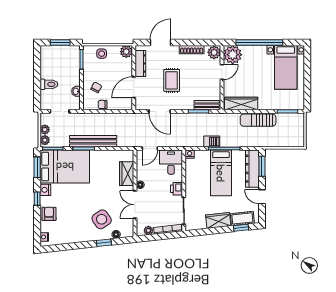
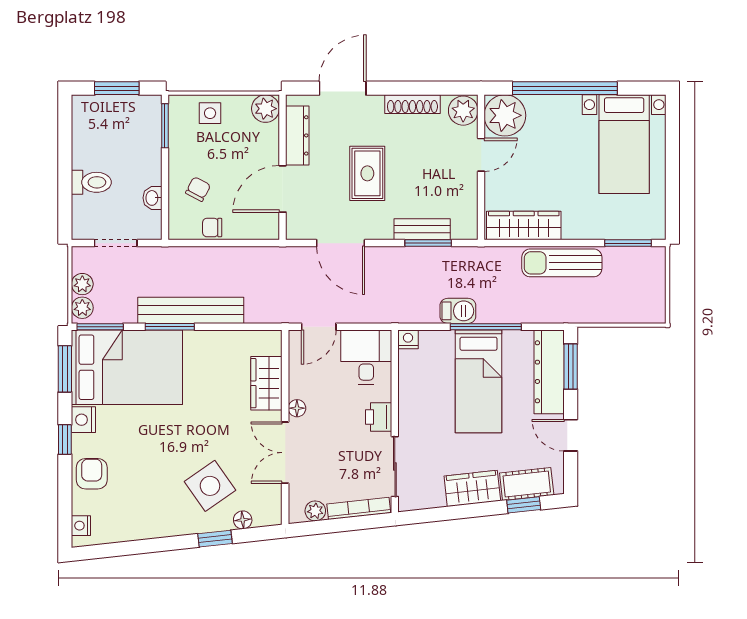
bench: (207, 105) -> (422, 229), moved

